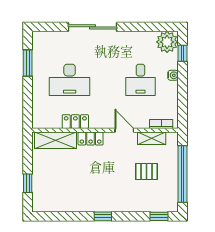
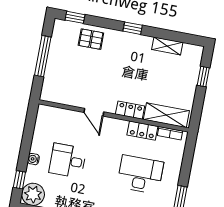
desk: (140, 80) -> (68, 161), turned -90
bookcase: (161, 124) -> (170, 133), moved
shelving: (152, 138) -> (167, 46), moved
pallet: (146, 171) -> (91, 39), moved
window: (182, 174) -> (43, 56), width x0.68

